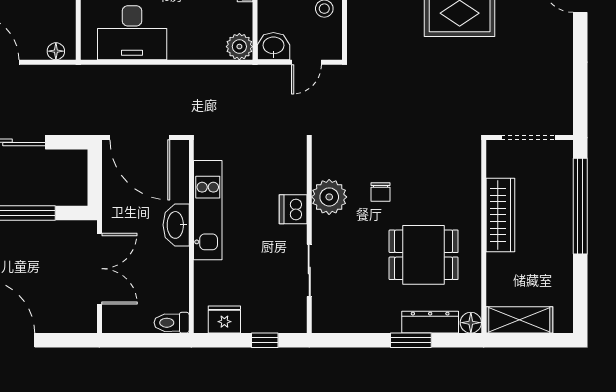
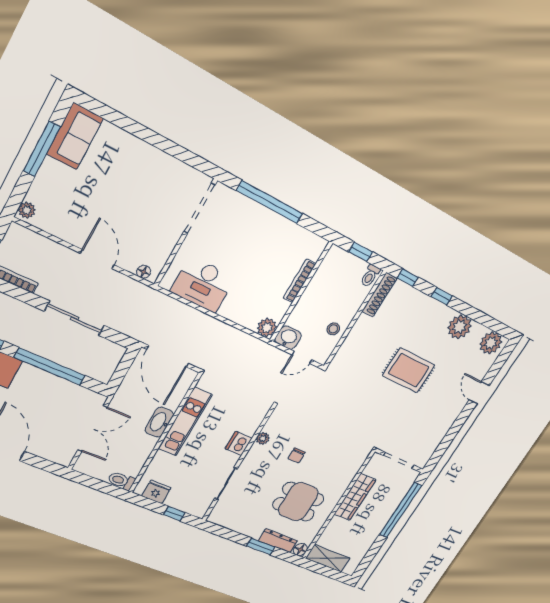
plant: (329, 197) -> (263, 438), width x0.53, depth x0.53

